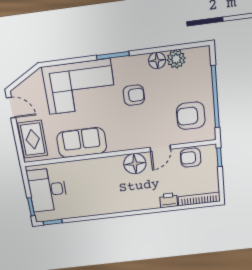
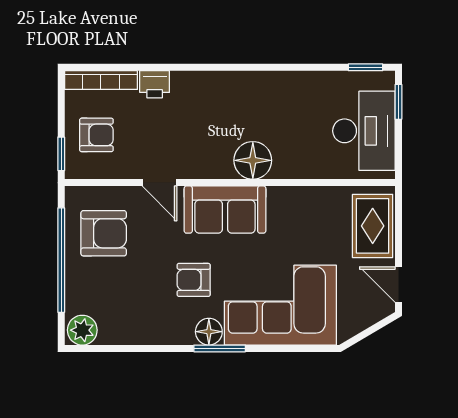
plant: (176, 59) -> (82, 330), moved
floor lamp: (157, 60) -> (209, 332), moved
sofa: (82, 143) -> (225, 210), moved
door: (160, 148) -> (160, 183), swing flipped
armchair: (191, 158) -> (96, 135), moved
floor lamp: (135, 164) -> (253, 160), moved

